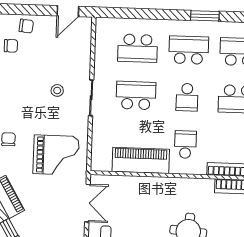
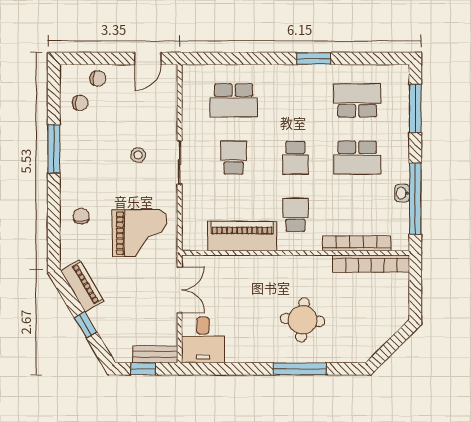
school desk: (189, 50) -> (295, 100), removed
school desk: (136, 95) -> (234, 158), width x0.54

